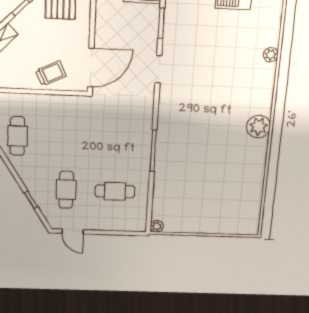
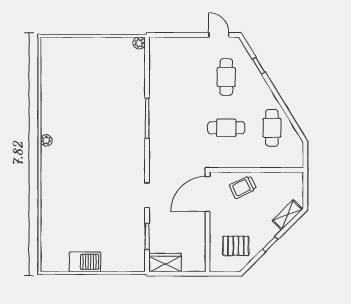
plant: (271, 55) -> (47, 213), removed
plant: (258, 127) -> (46, 140), width x0.53, depth x0.53
cafe table: (115, 191) -> (226, 128), moved

